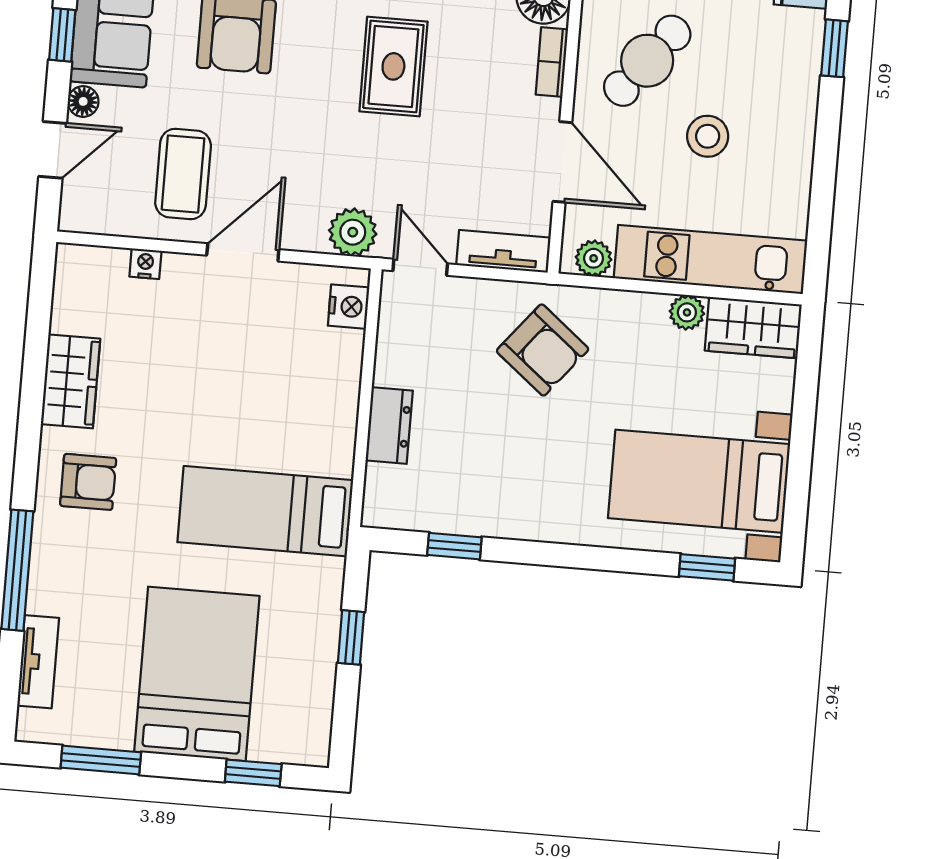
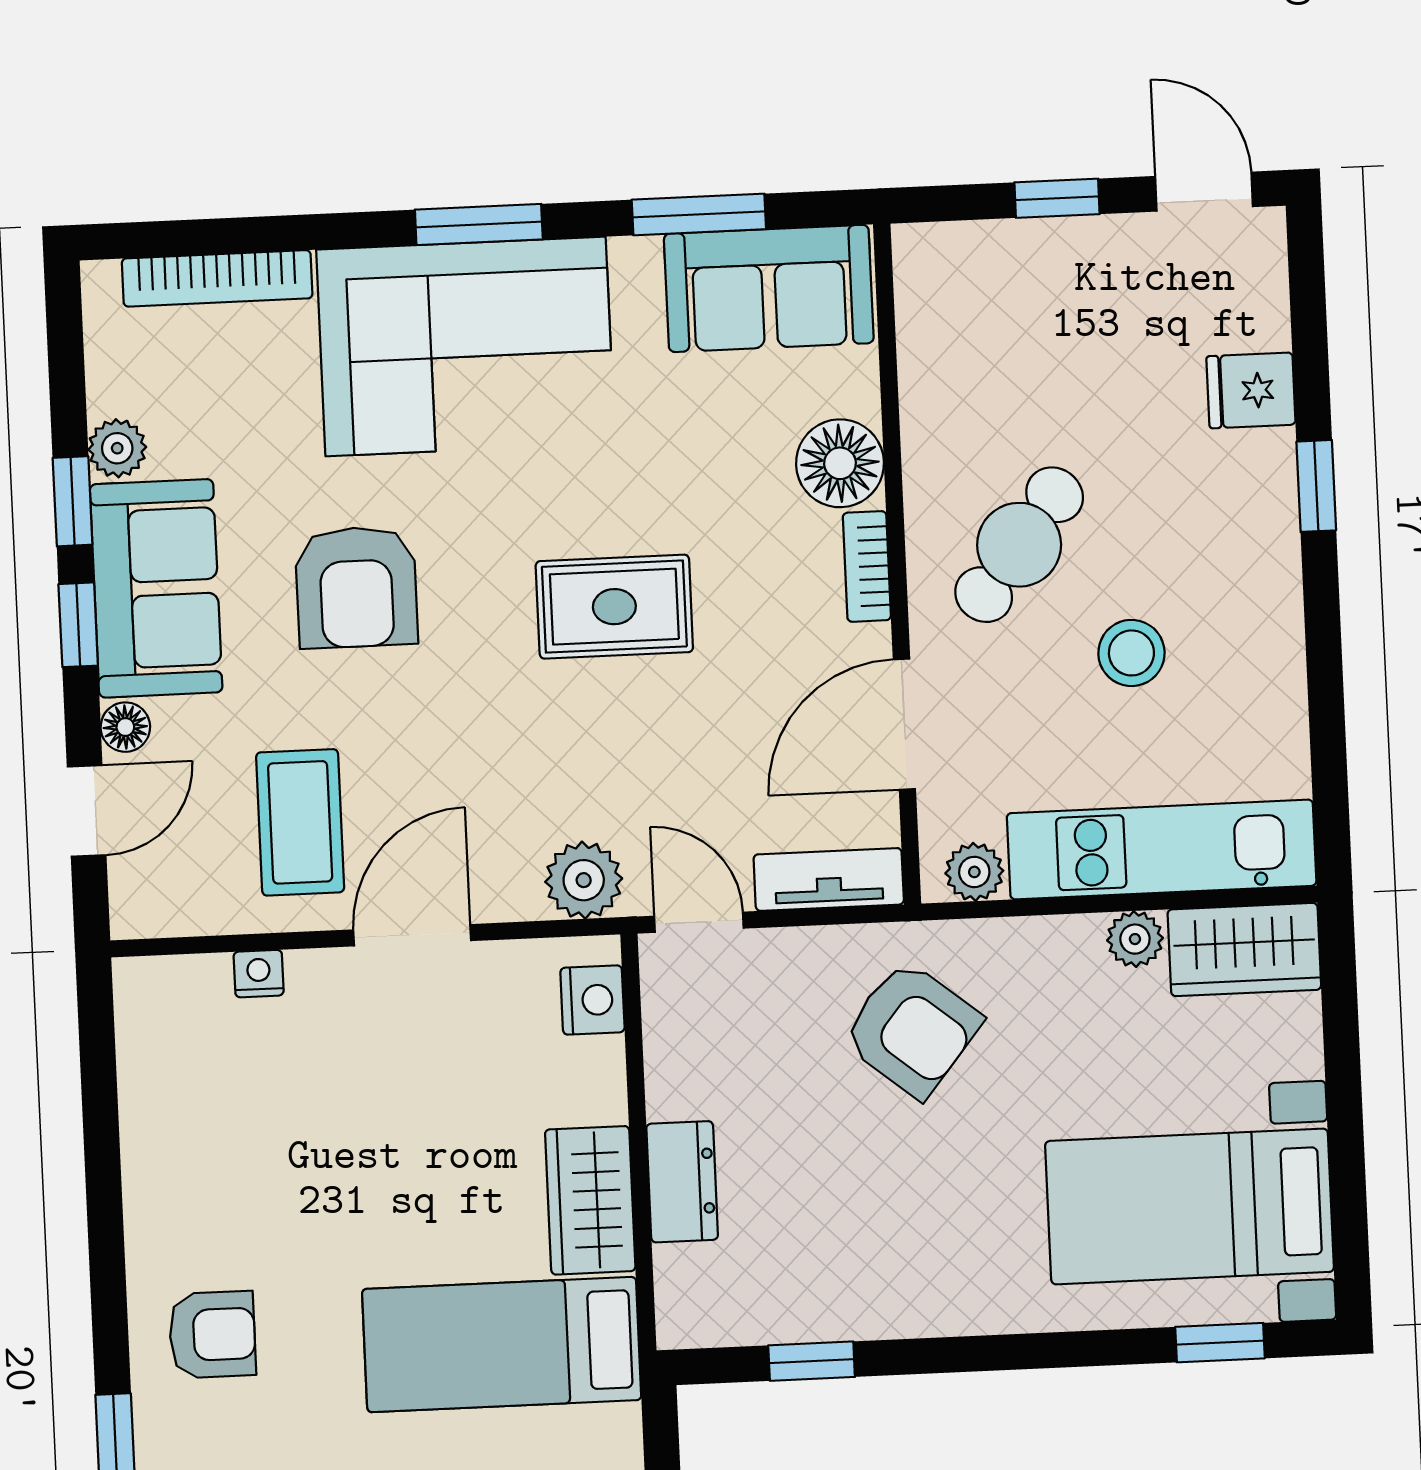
rug: (393, 66) -> (614, 607), turned 90
door: (562, 162) -> (904, 724), swing flipped
wardrobe: (71, 381) -> (590, 1200), moved, turned 180

